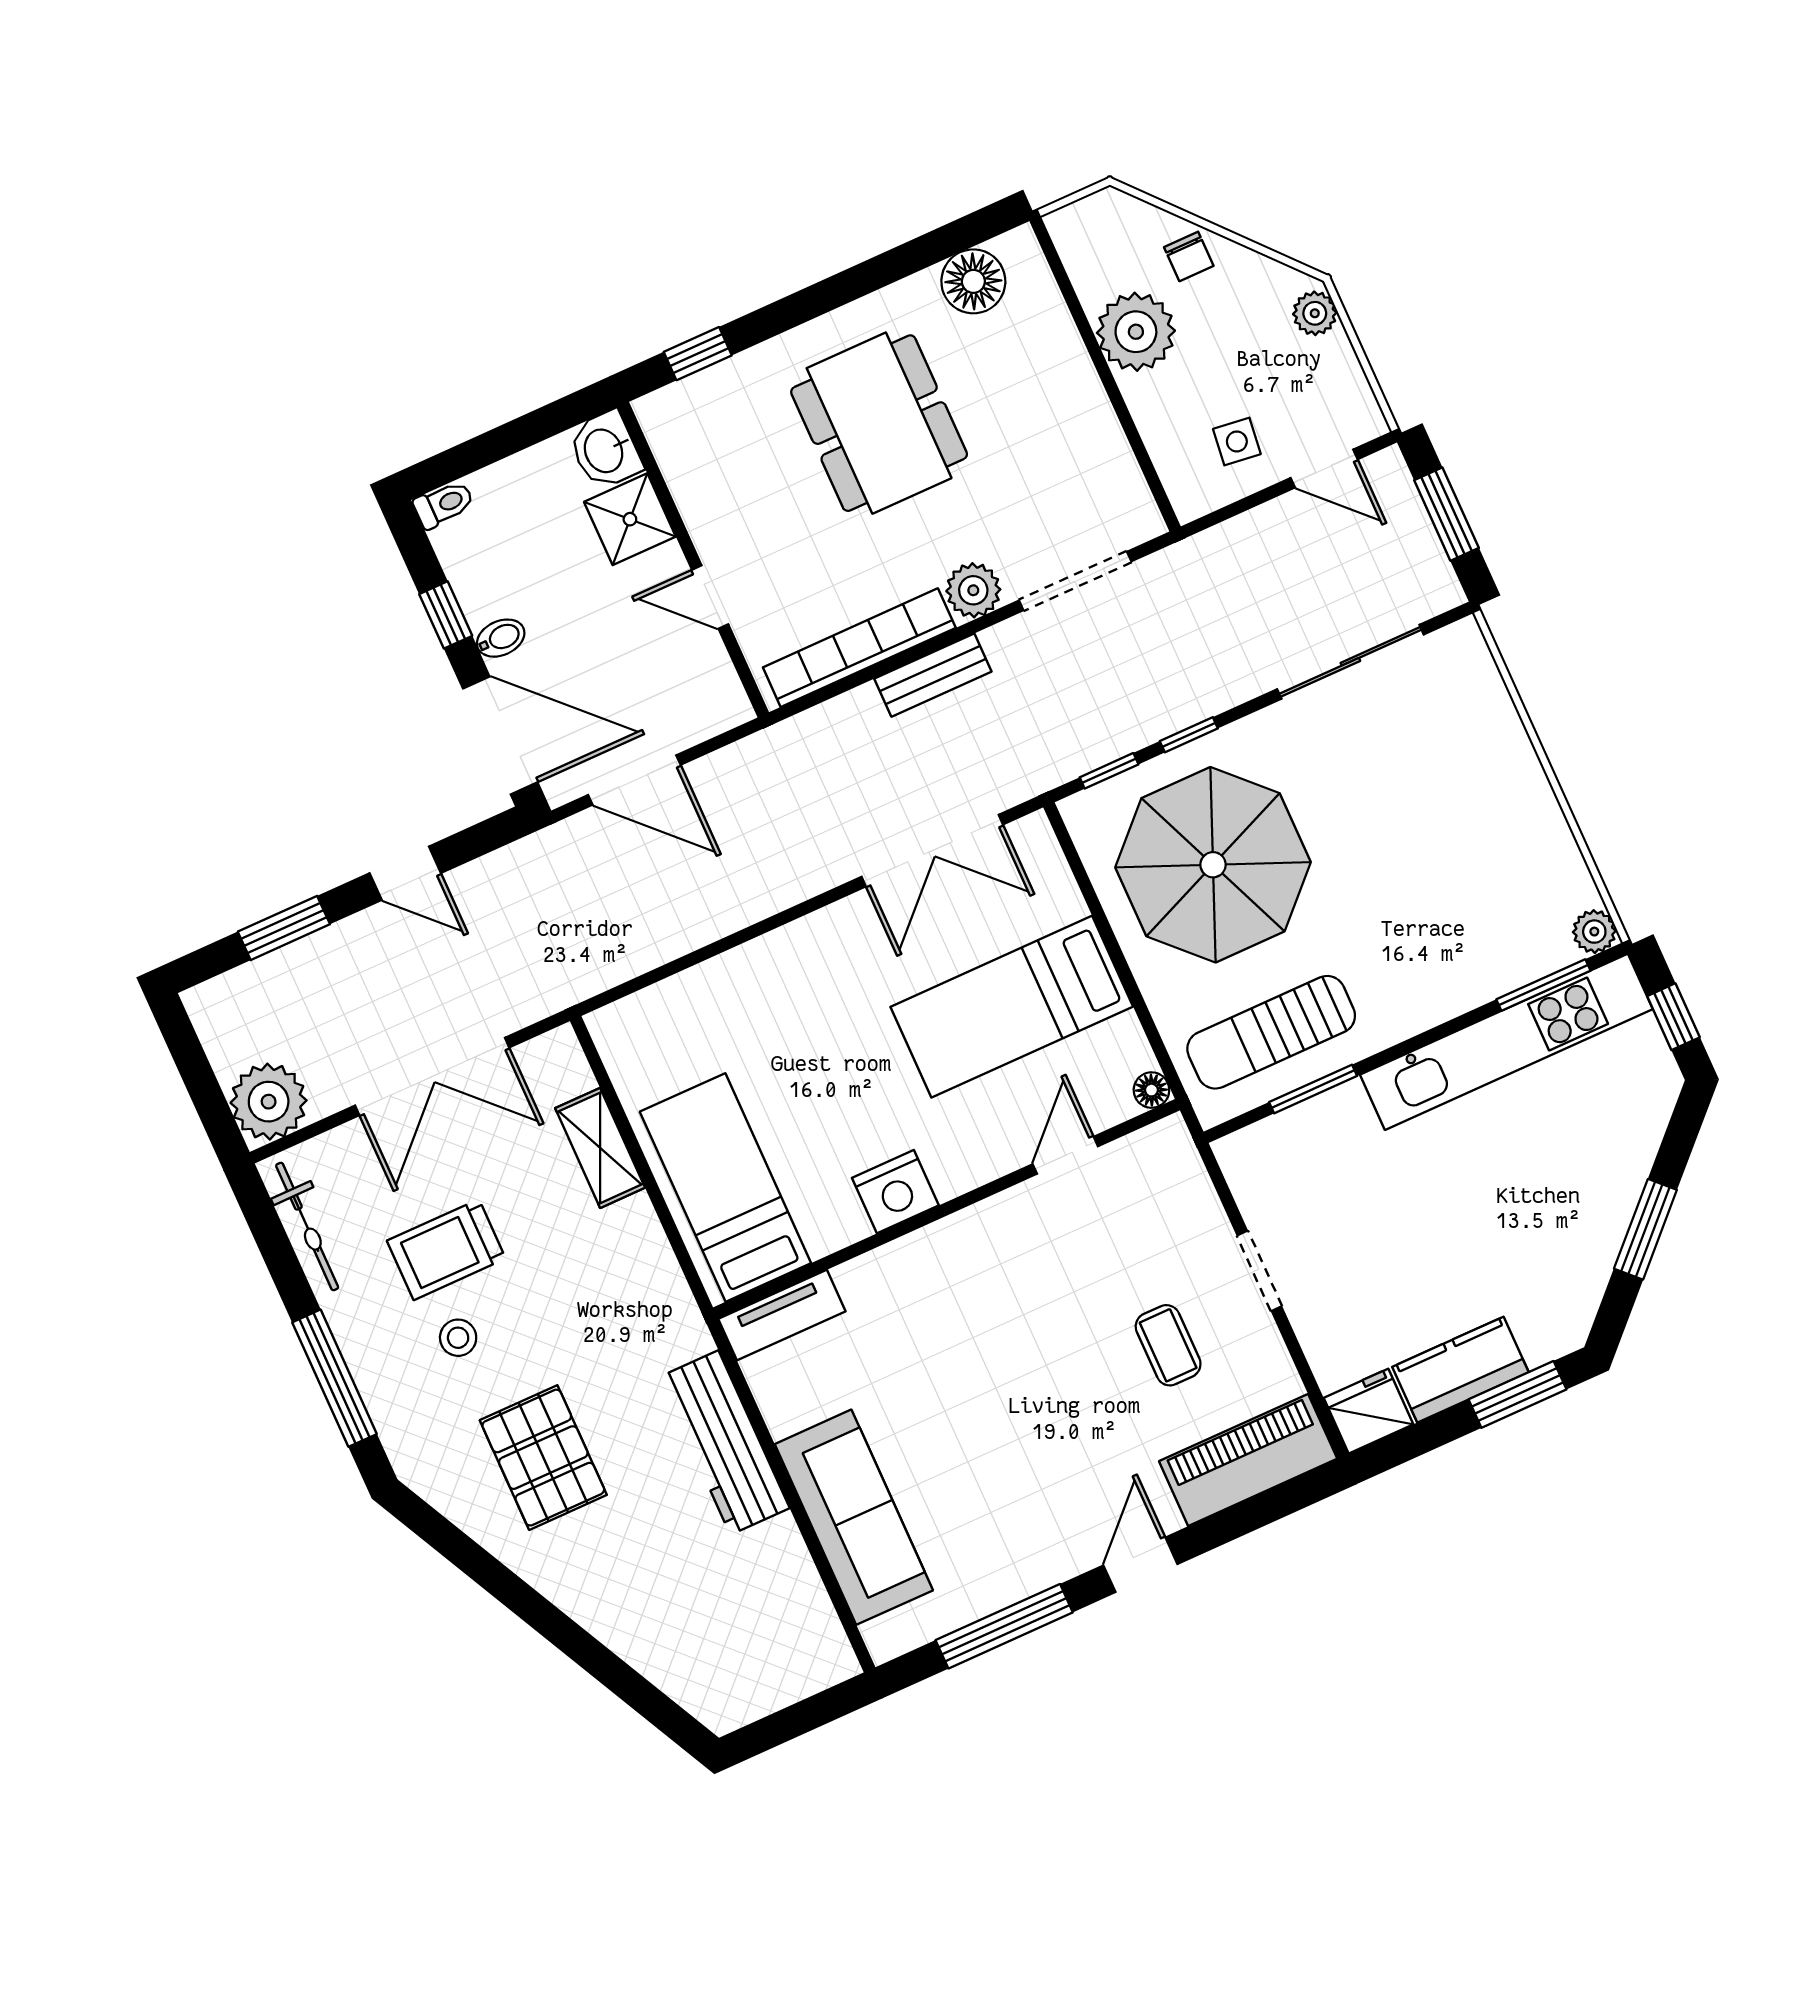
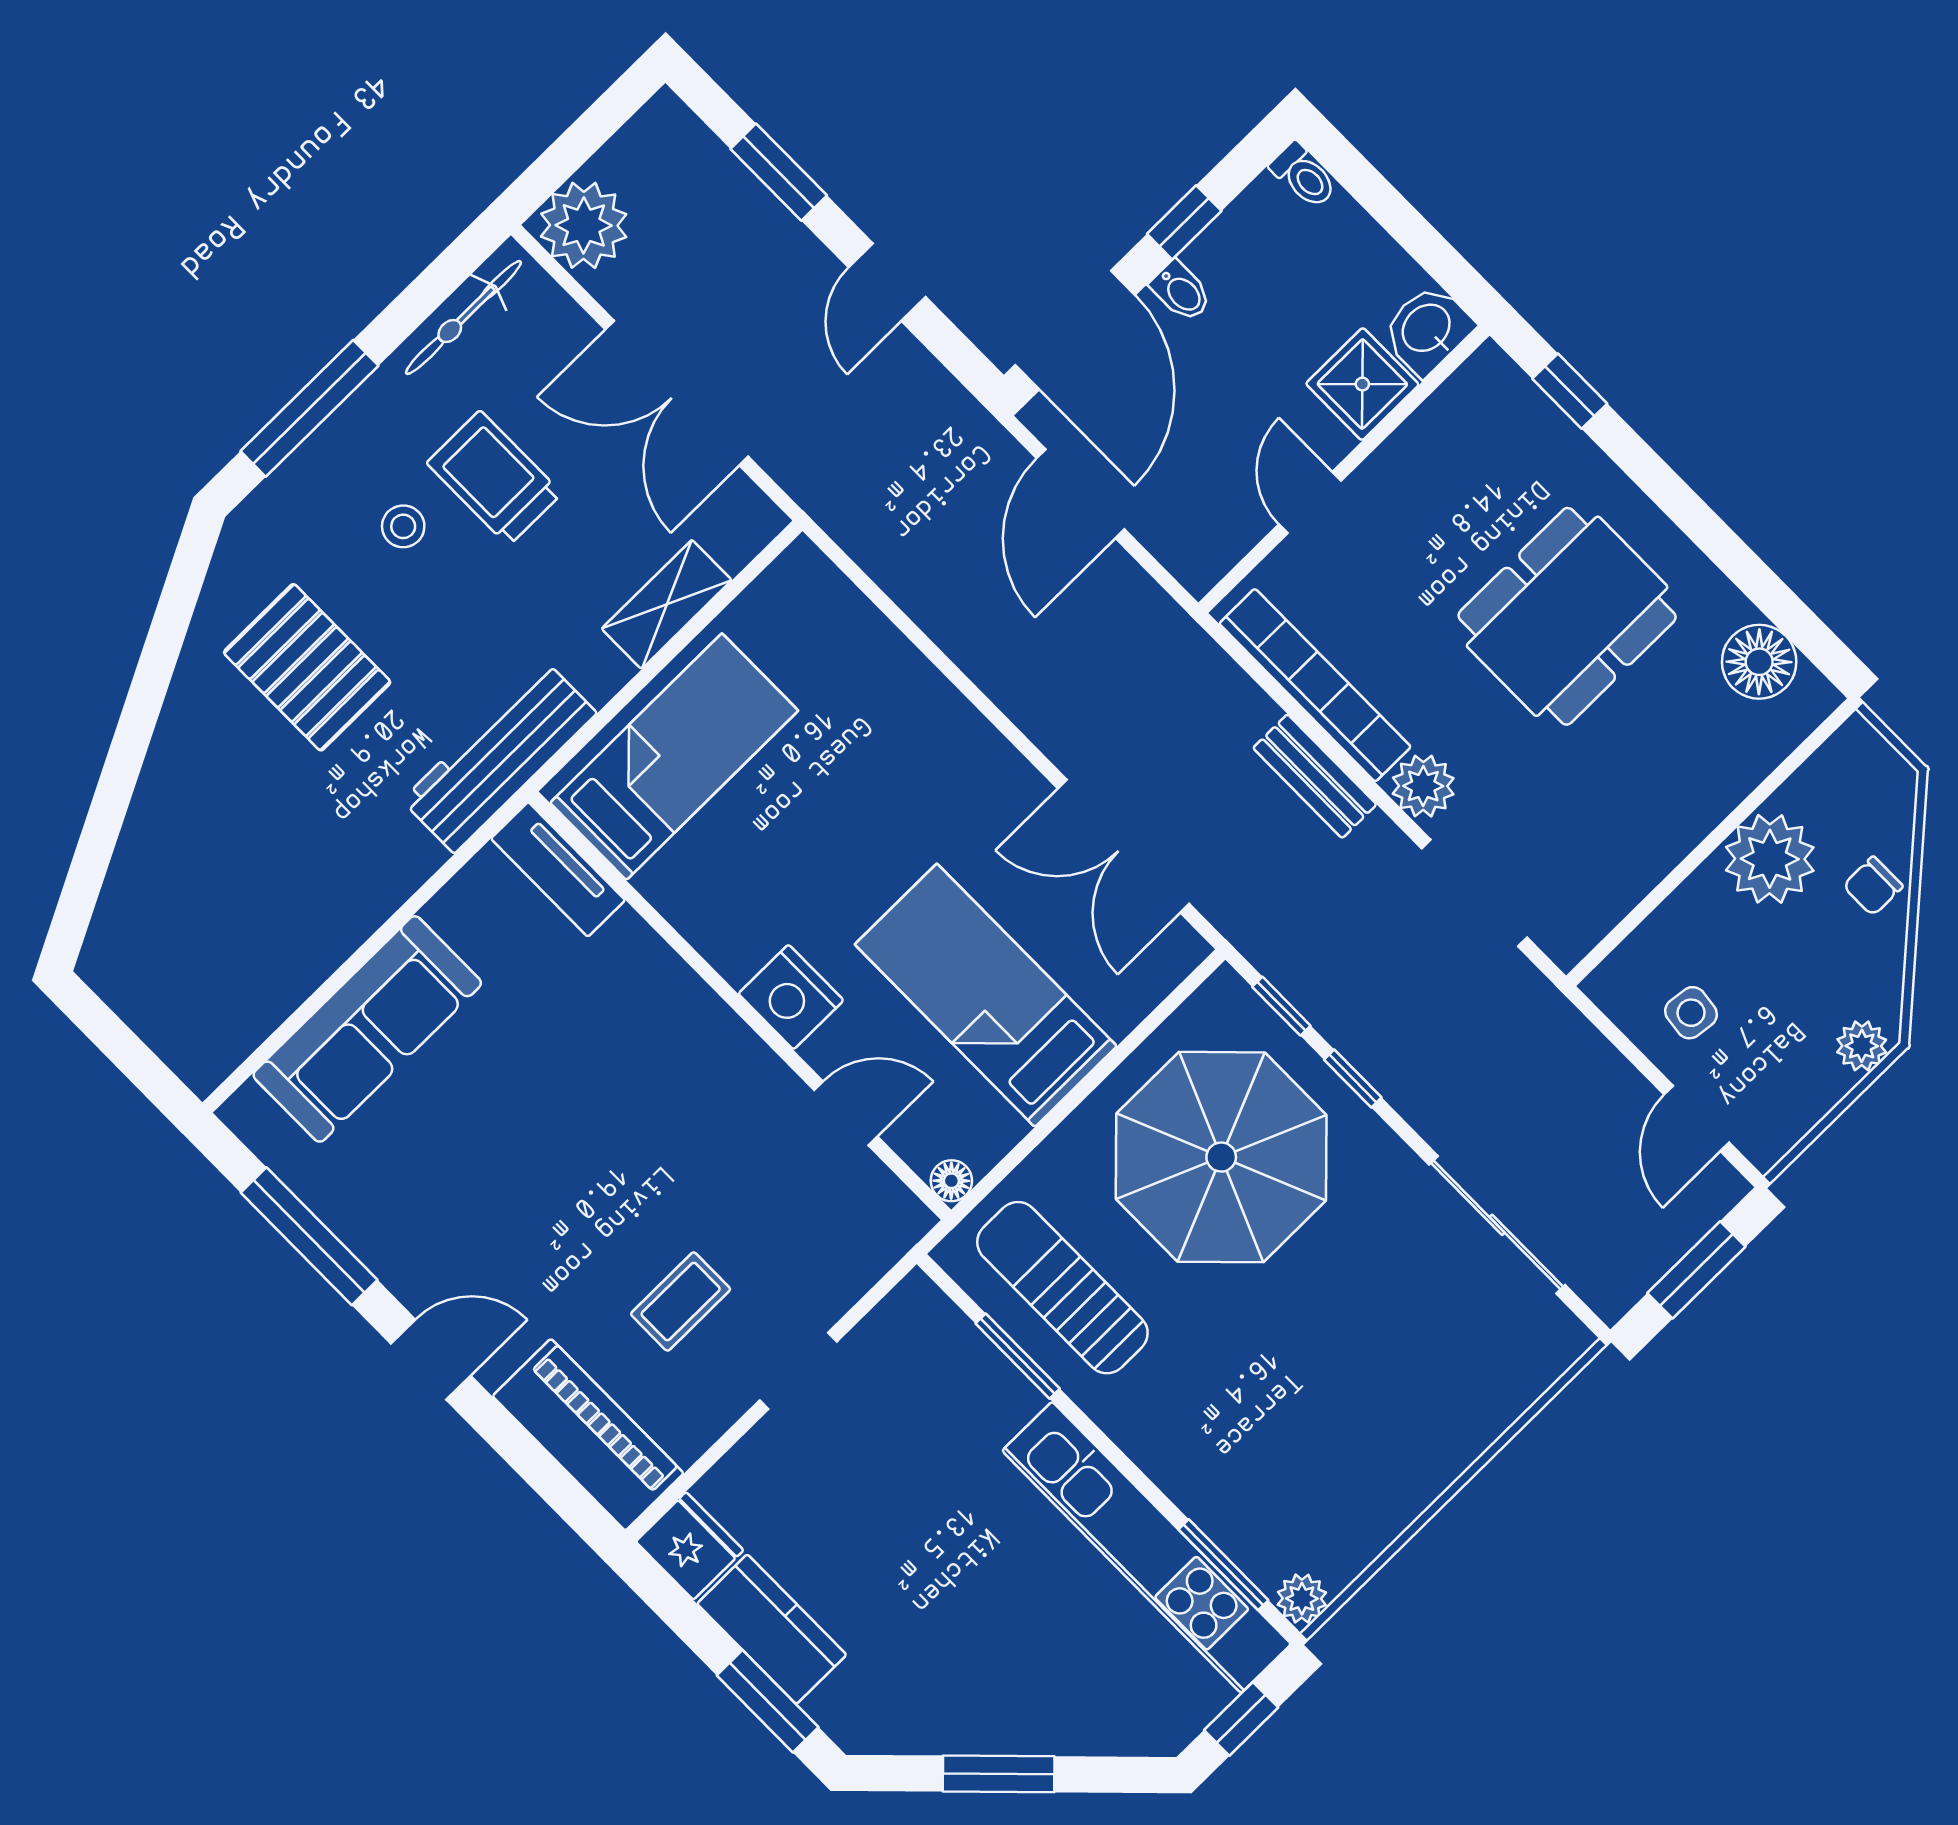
nightstand: (895, 1192) -> (791, 997), moved
workbench: (724, 1442) -> (499, 757), moved
pallet: (543, 1458) -> (307, 667), turned 90

